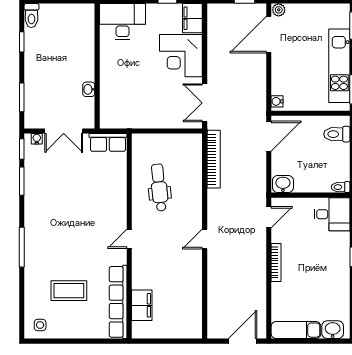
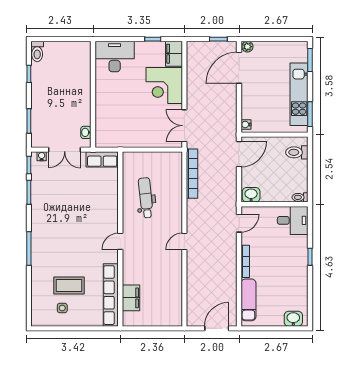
washbasin: (89, 89) -> (86, 132), moved
side table: (40, 325) -> (62, 308), moved
exam couch: (296, 330) -> (248, 300), moved, turned 90

